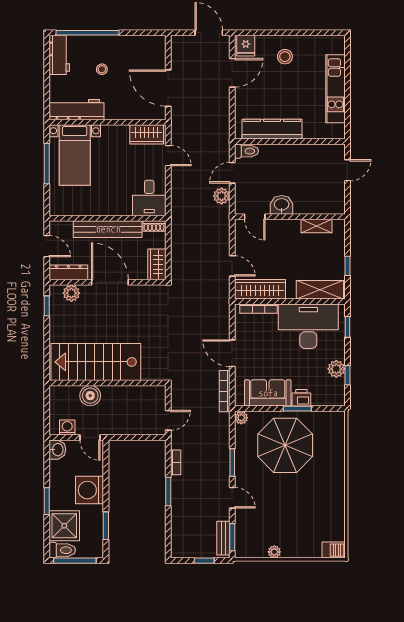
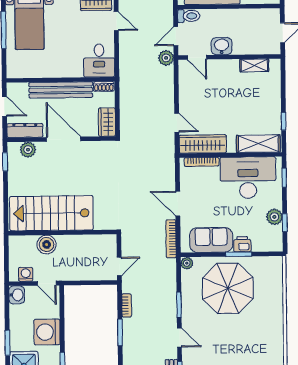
washbasin: (282, 205) -> (222, 46), moved
door: (255, 217) -> (197, 57), moved
wall: (290, 217) -> (229, 57), moved
shelving: (317, 226) -> (254, 65), moved

